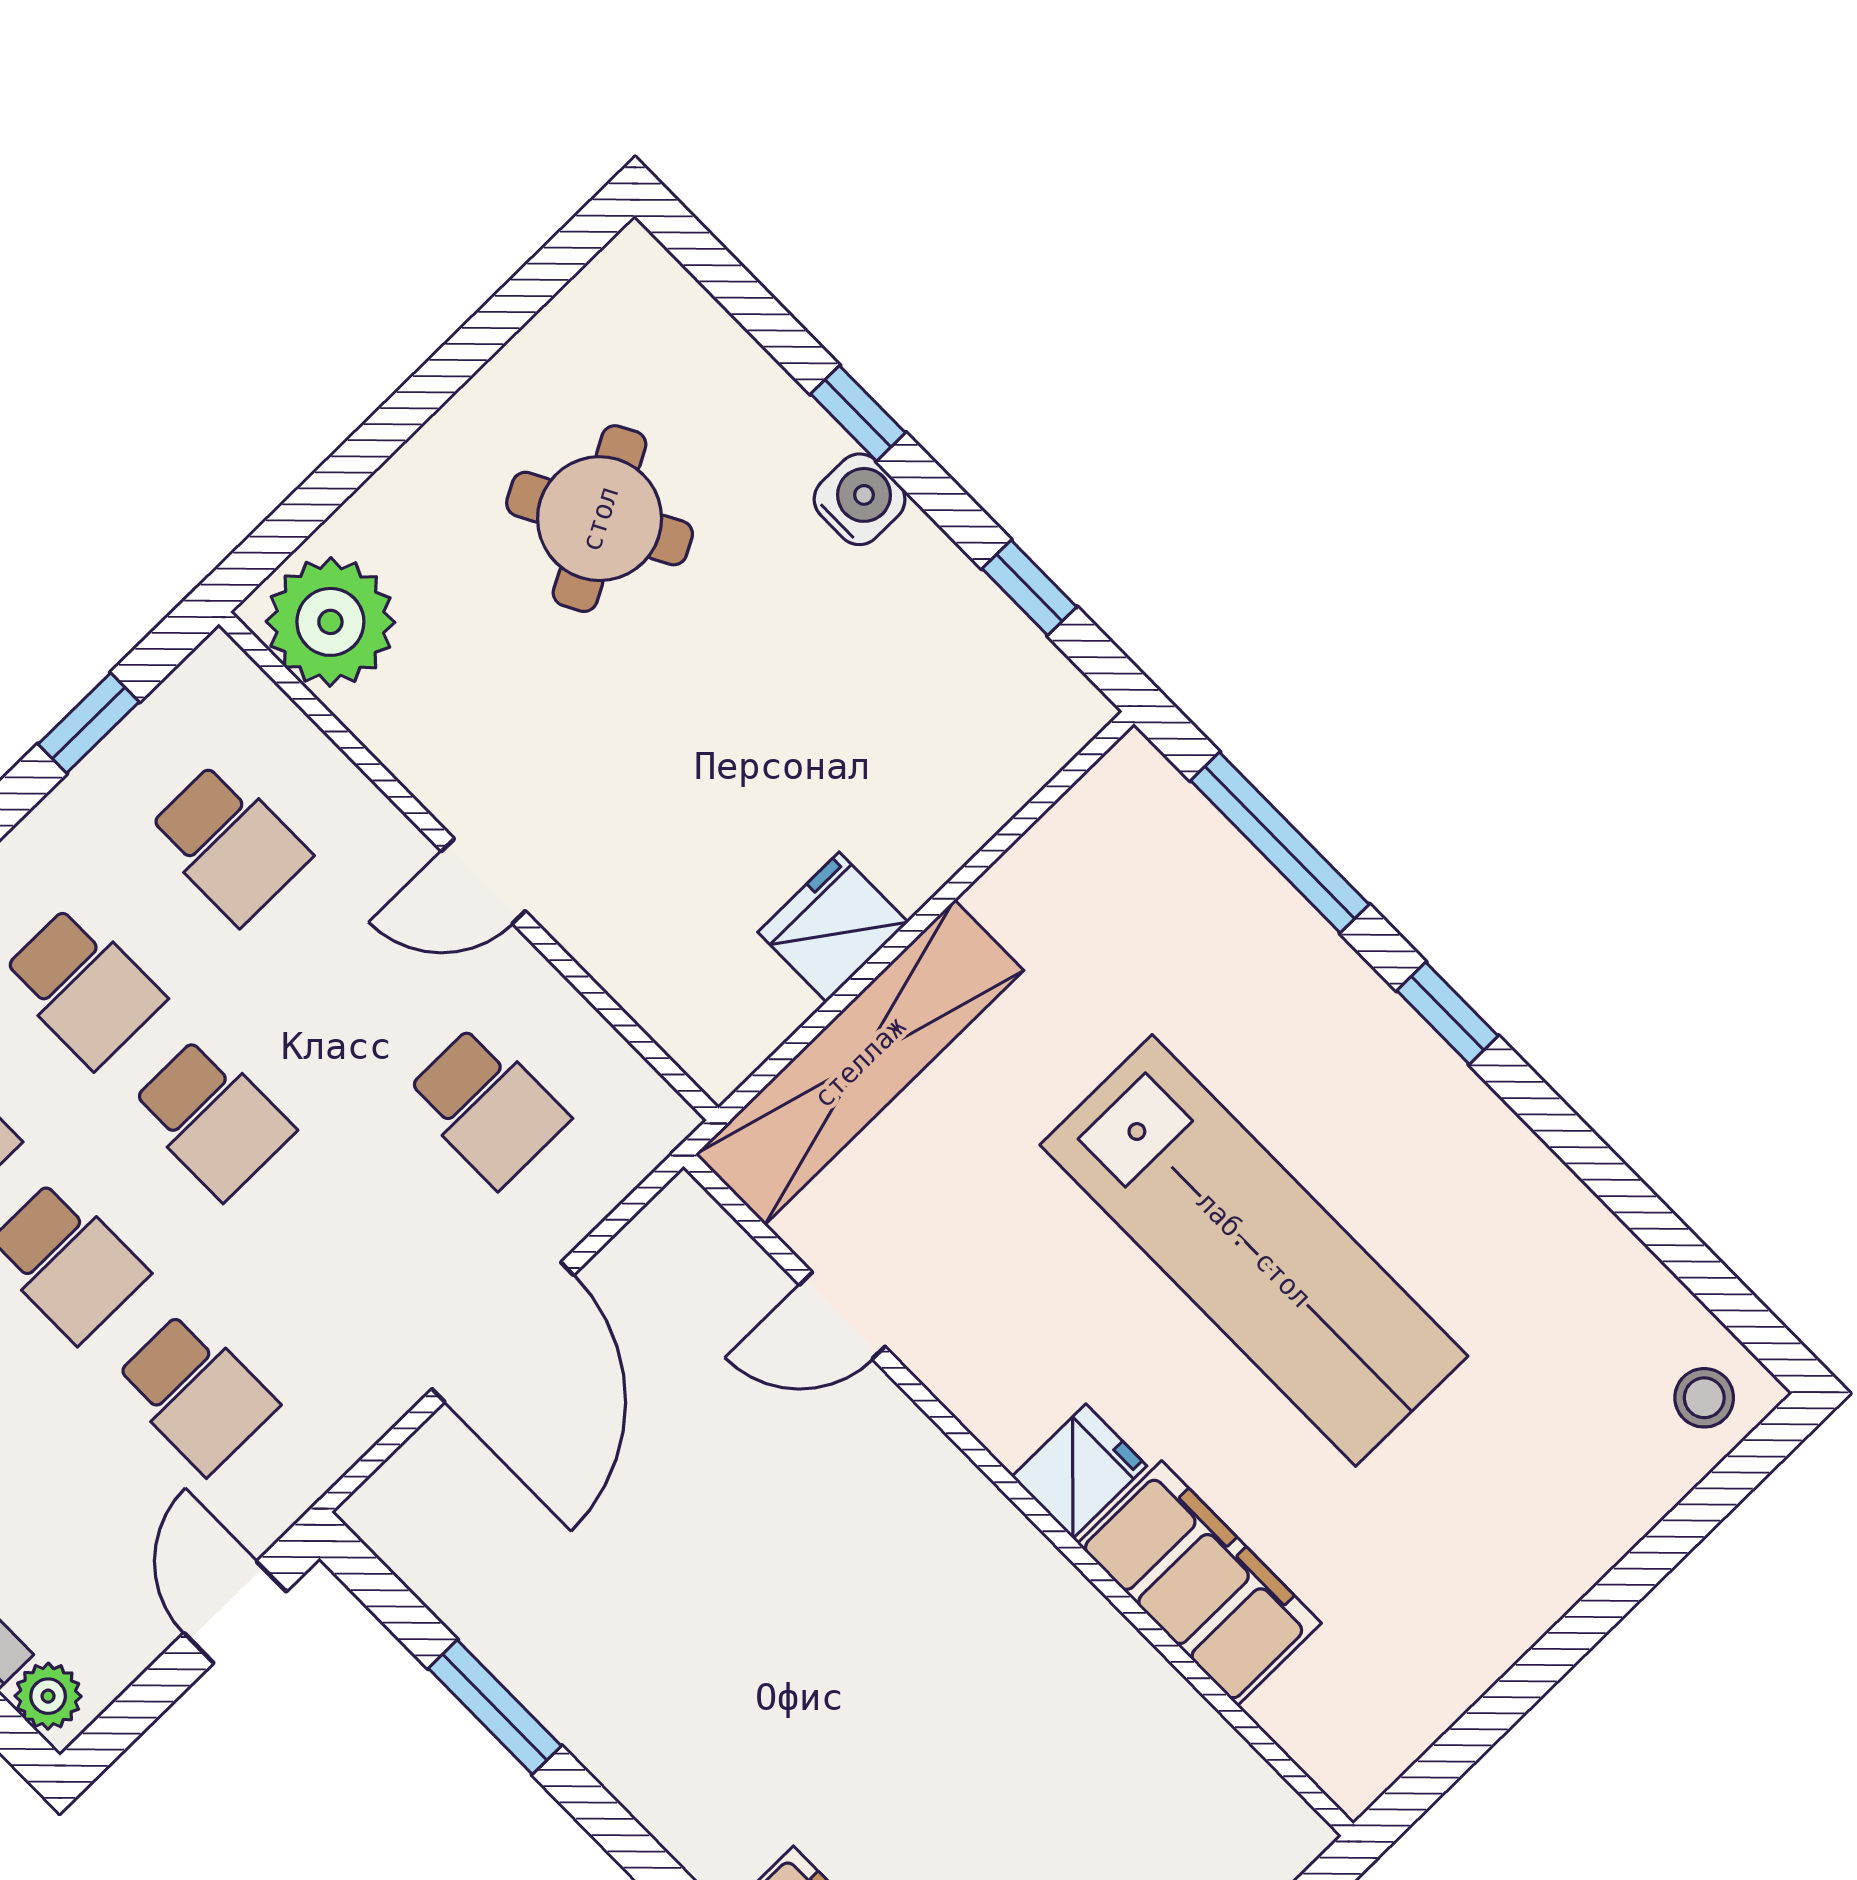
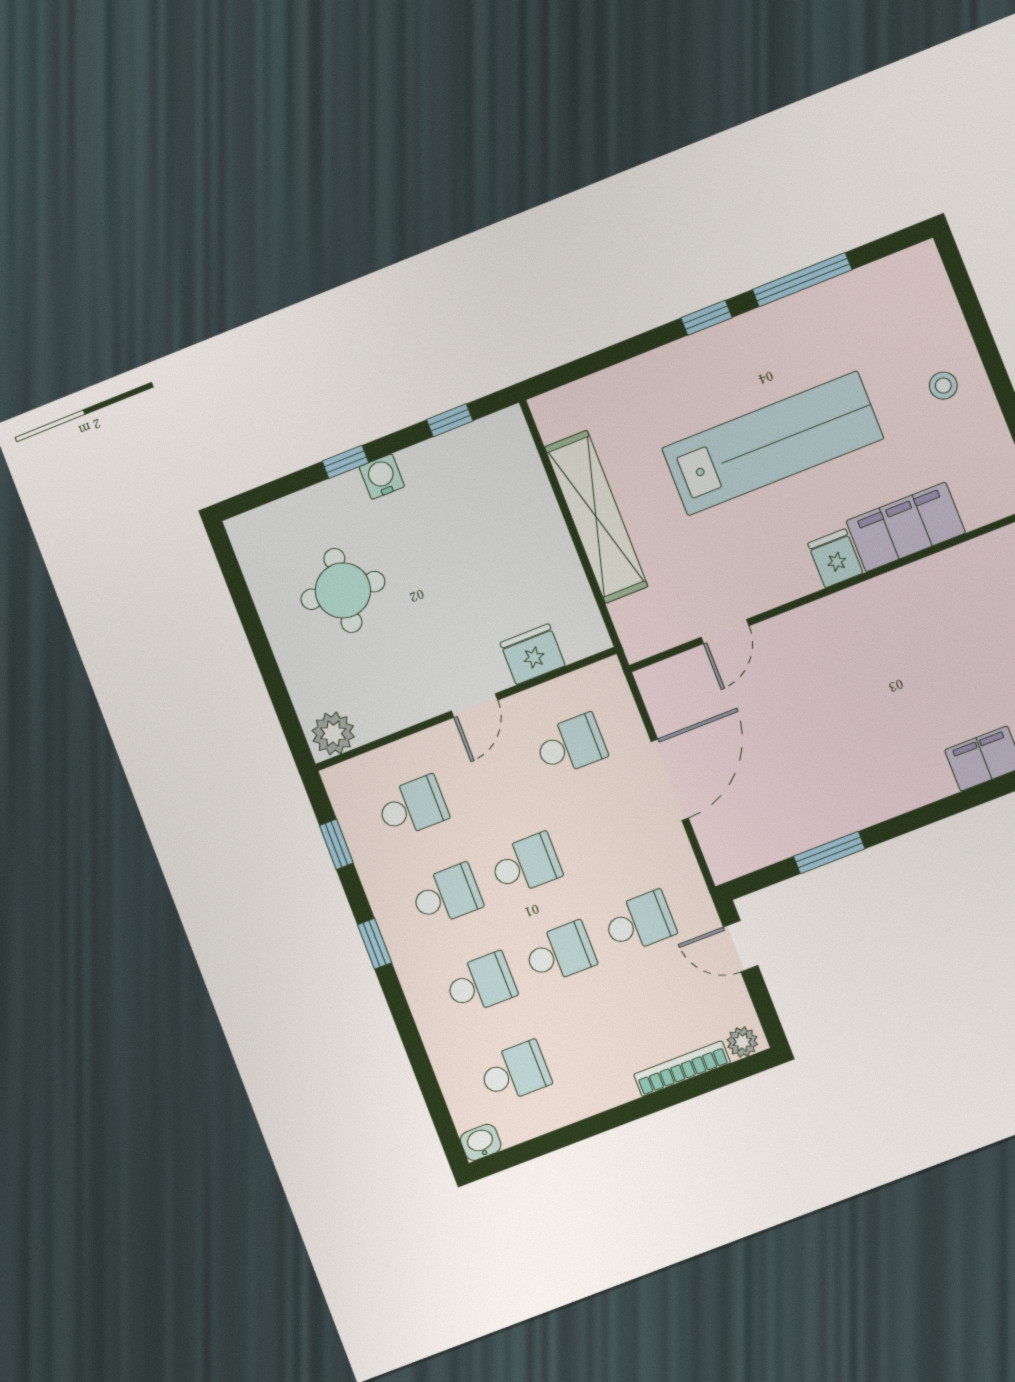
round table: (600, 519) -> (343, 590), turned 34
plant: (330, 622) -> (333, 734), width x0.73, depth x0.73
window: (1280, 843) -> (802, 280), moved
fridge: (833, 927) -> (533, 654), moved, turned 90
shelving: (860, 1062) -> (596, 517), moved
door: (503, 1332) -> (670, 780), hinge flipped
stool: (1704, 1398) -> (943, 386), moved

